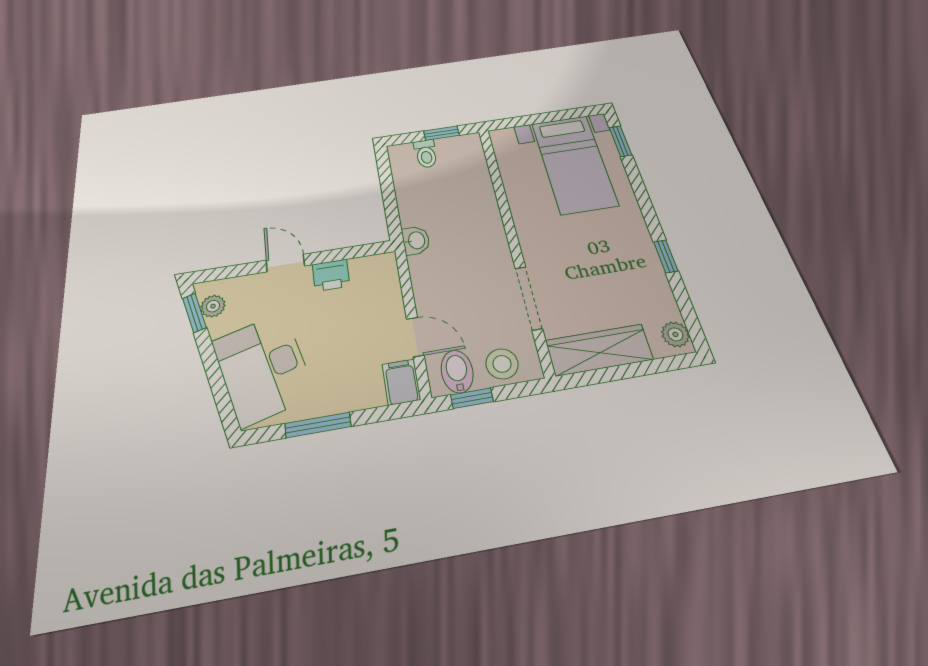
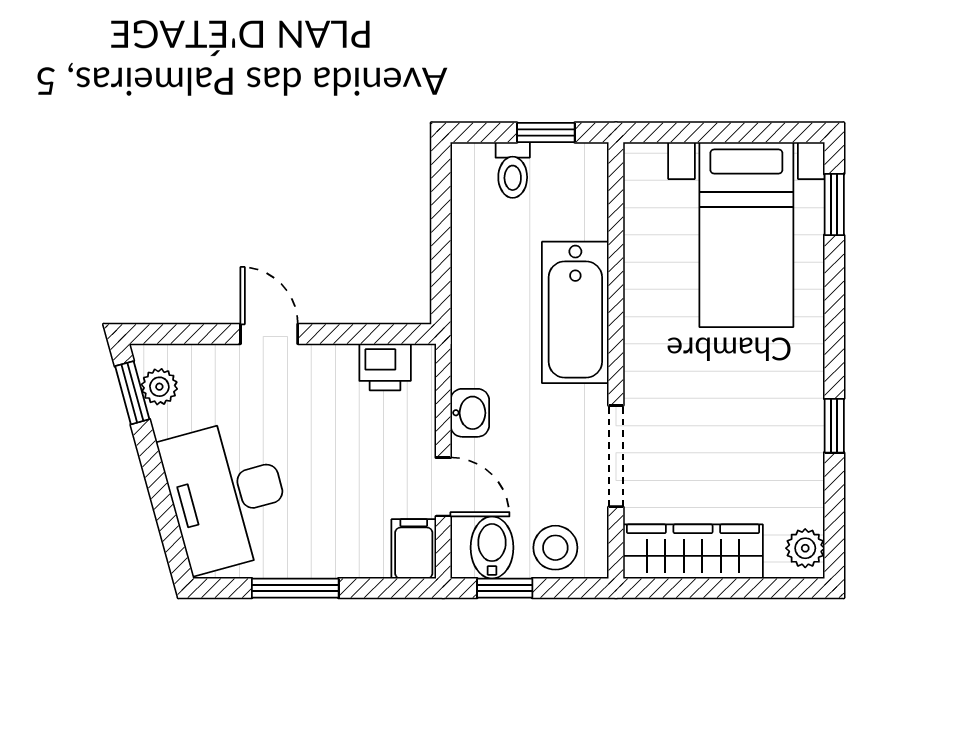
bathtub: (481, 220) -> (575, 312), added
washbasin: (416, 240) -> (470, 413), moved
printer: (331, 275) -> (385, 367), moved

